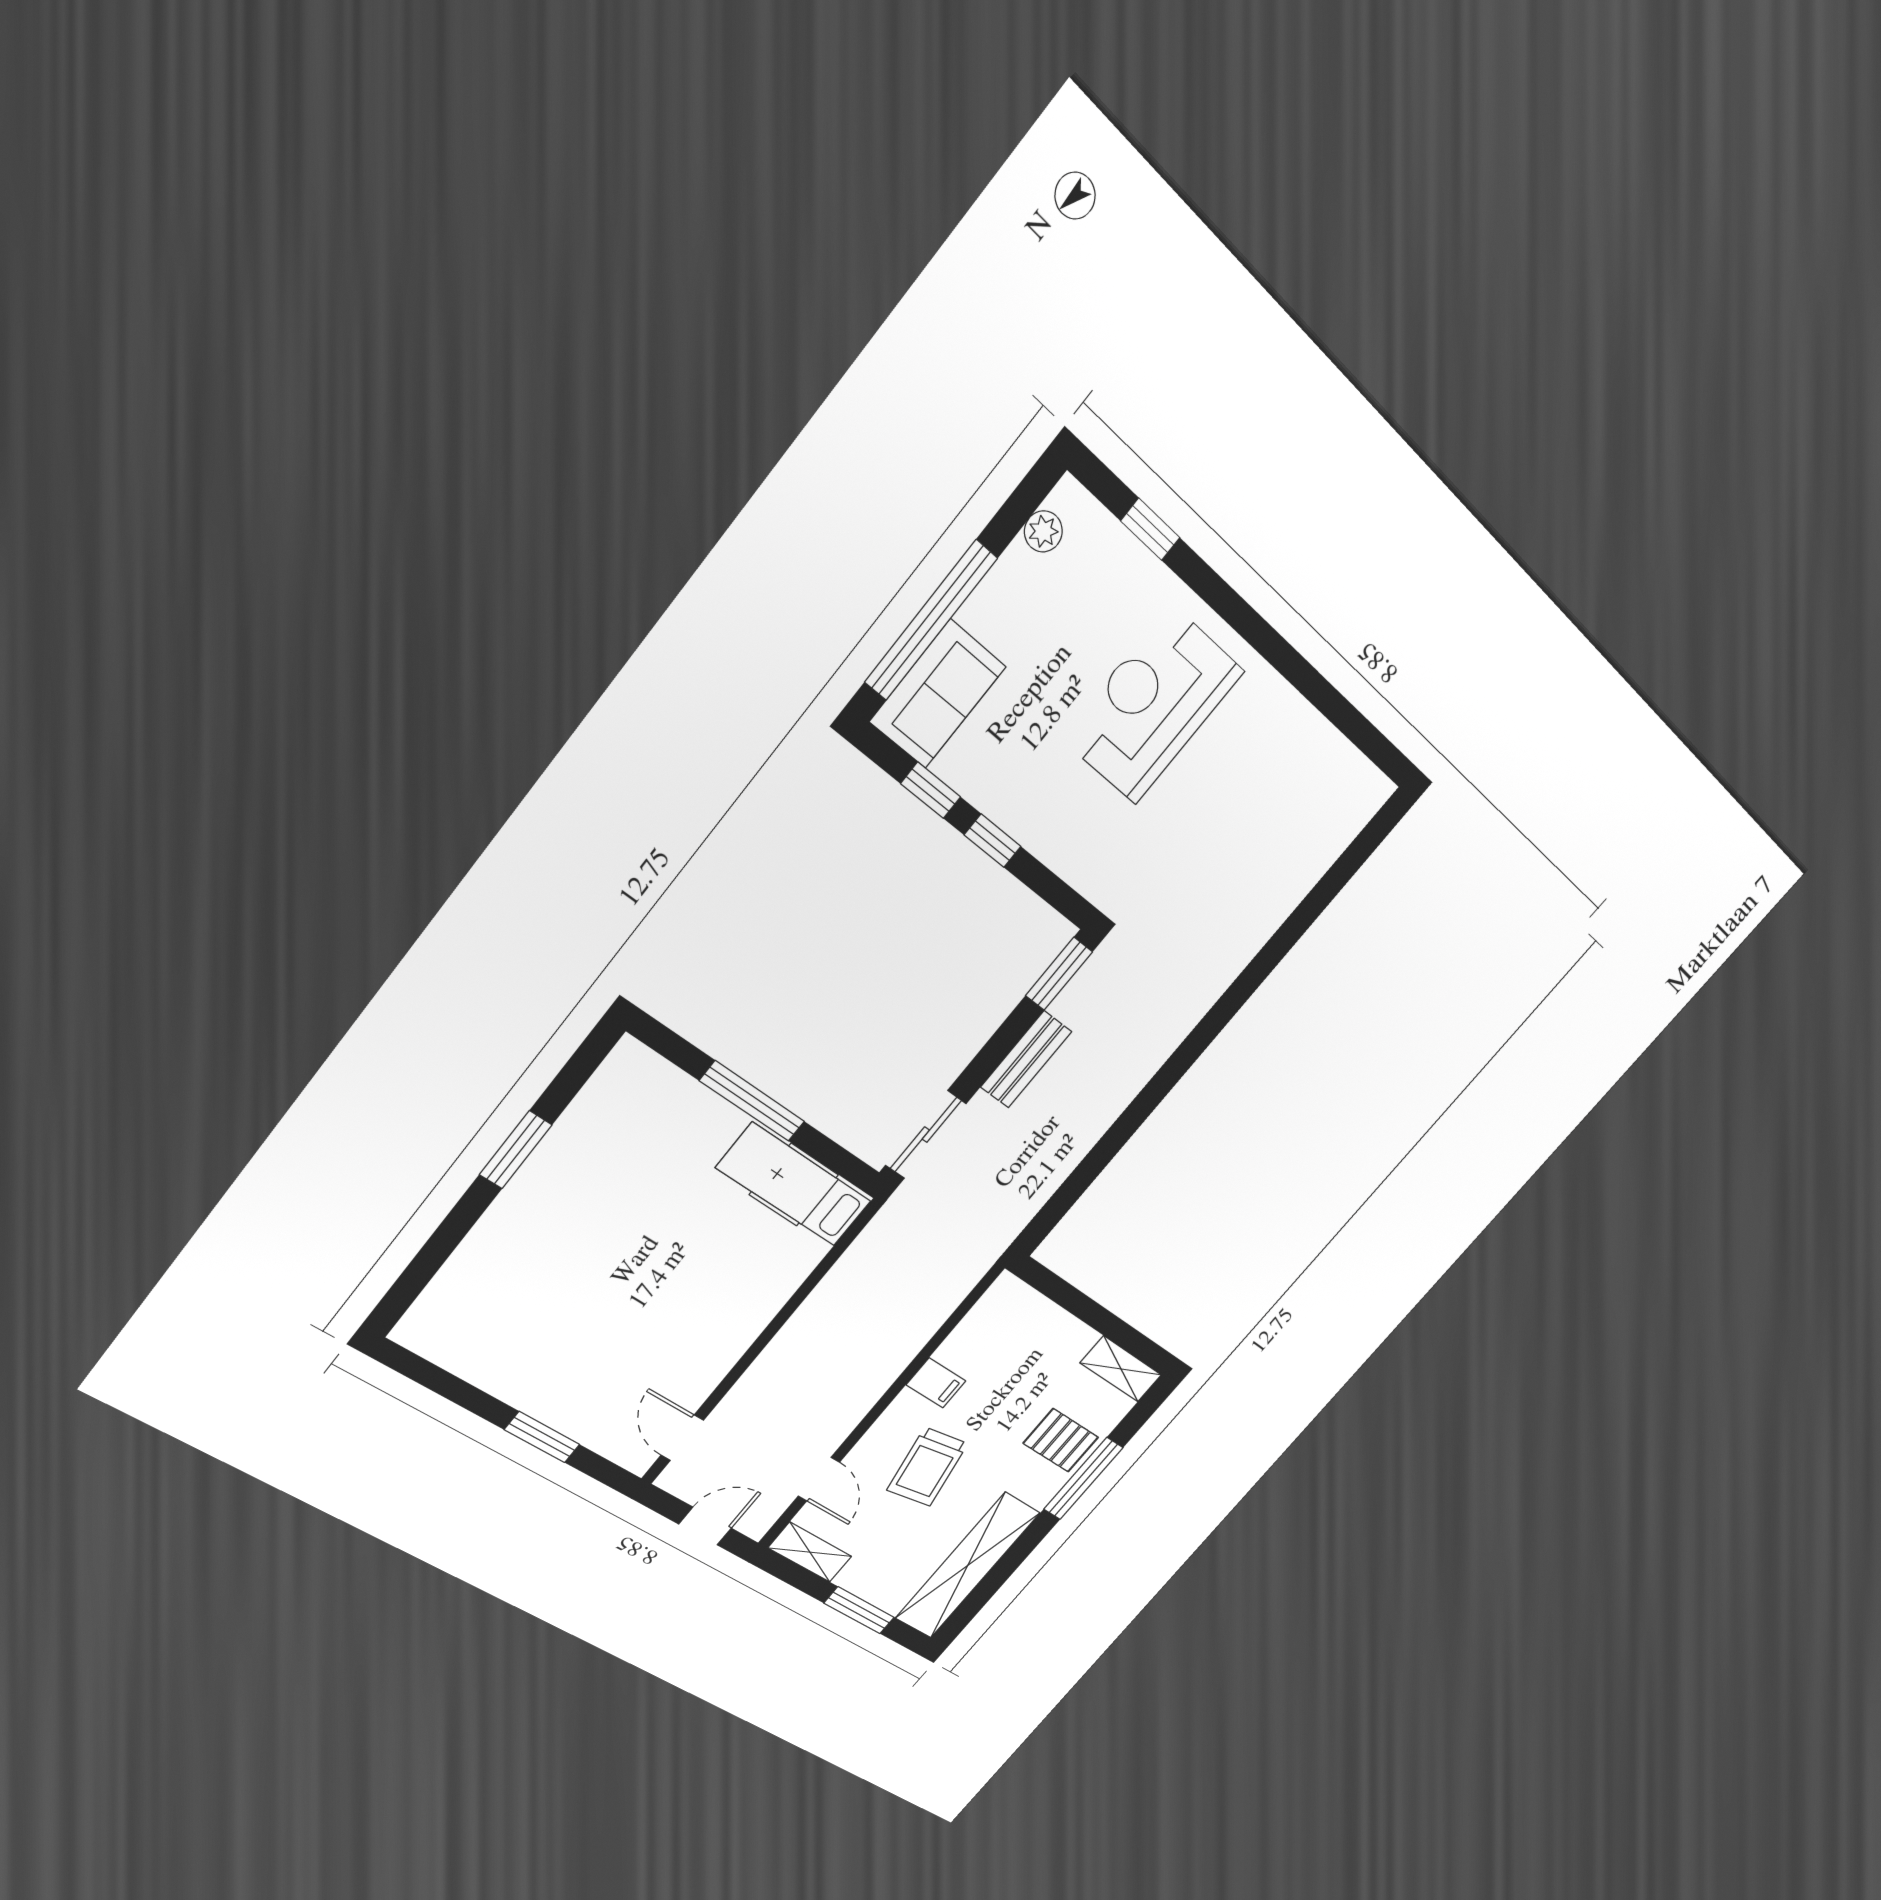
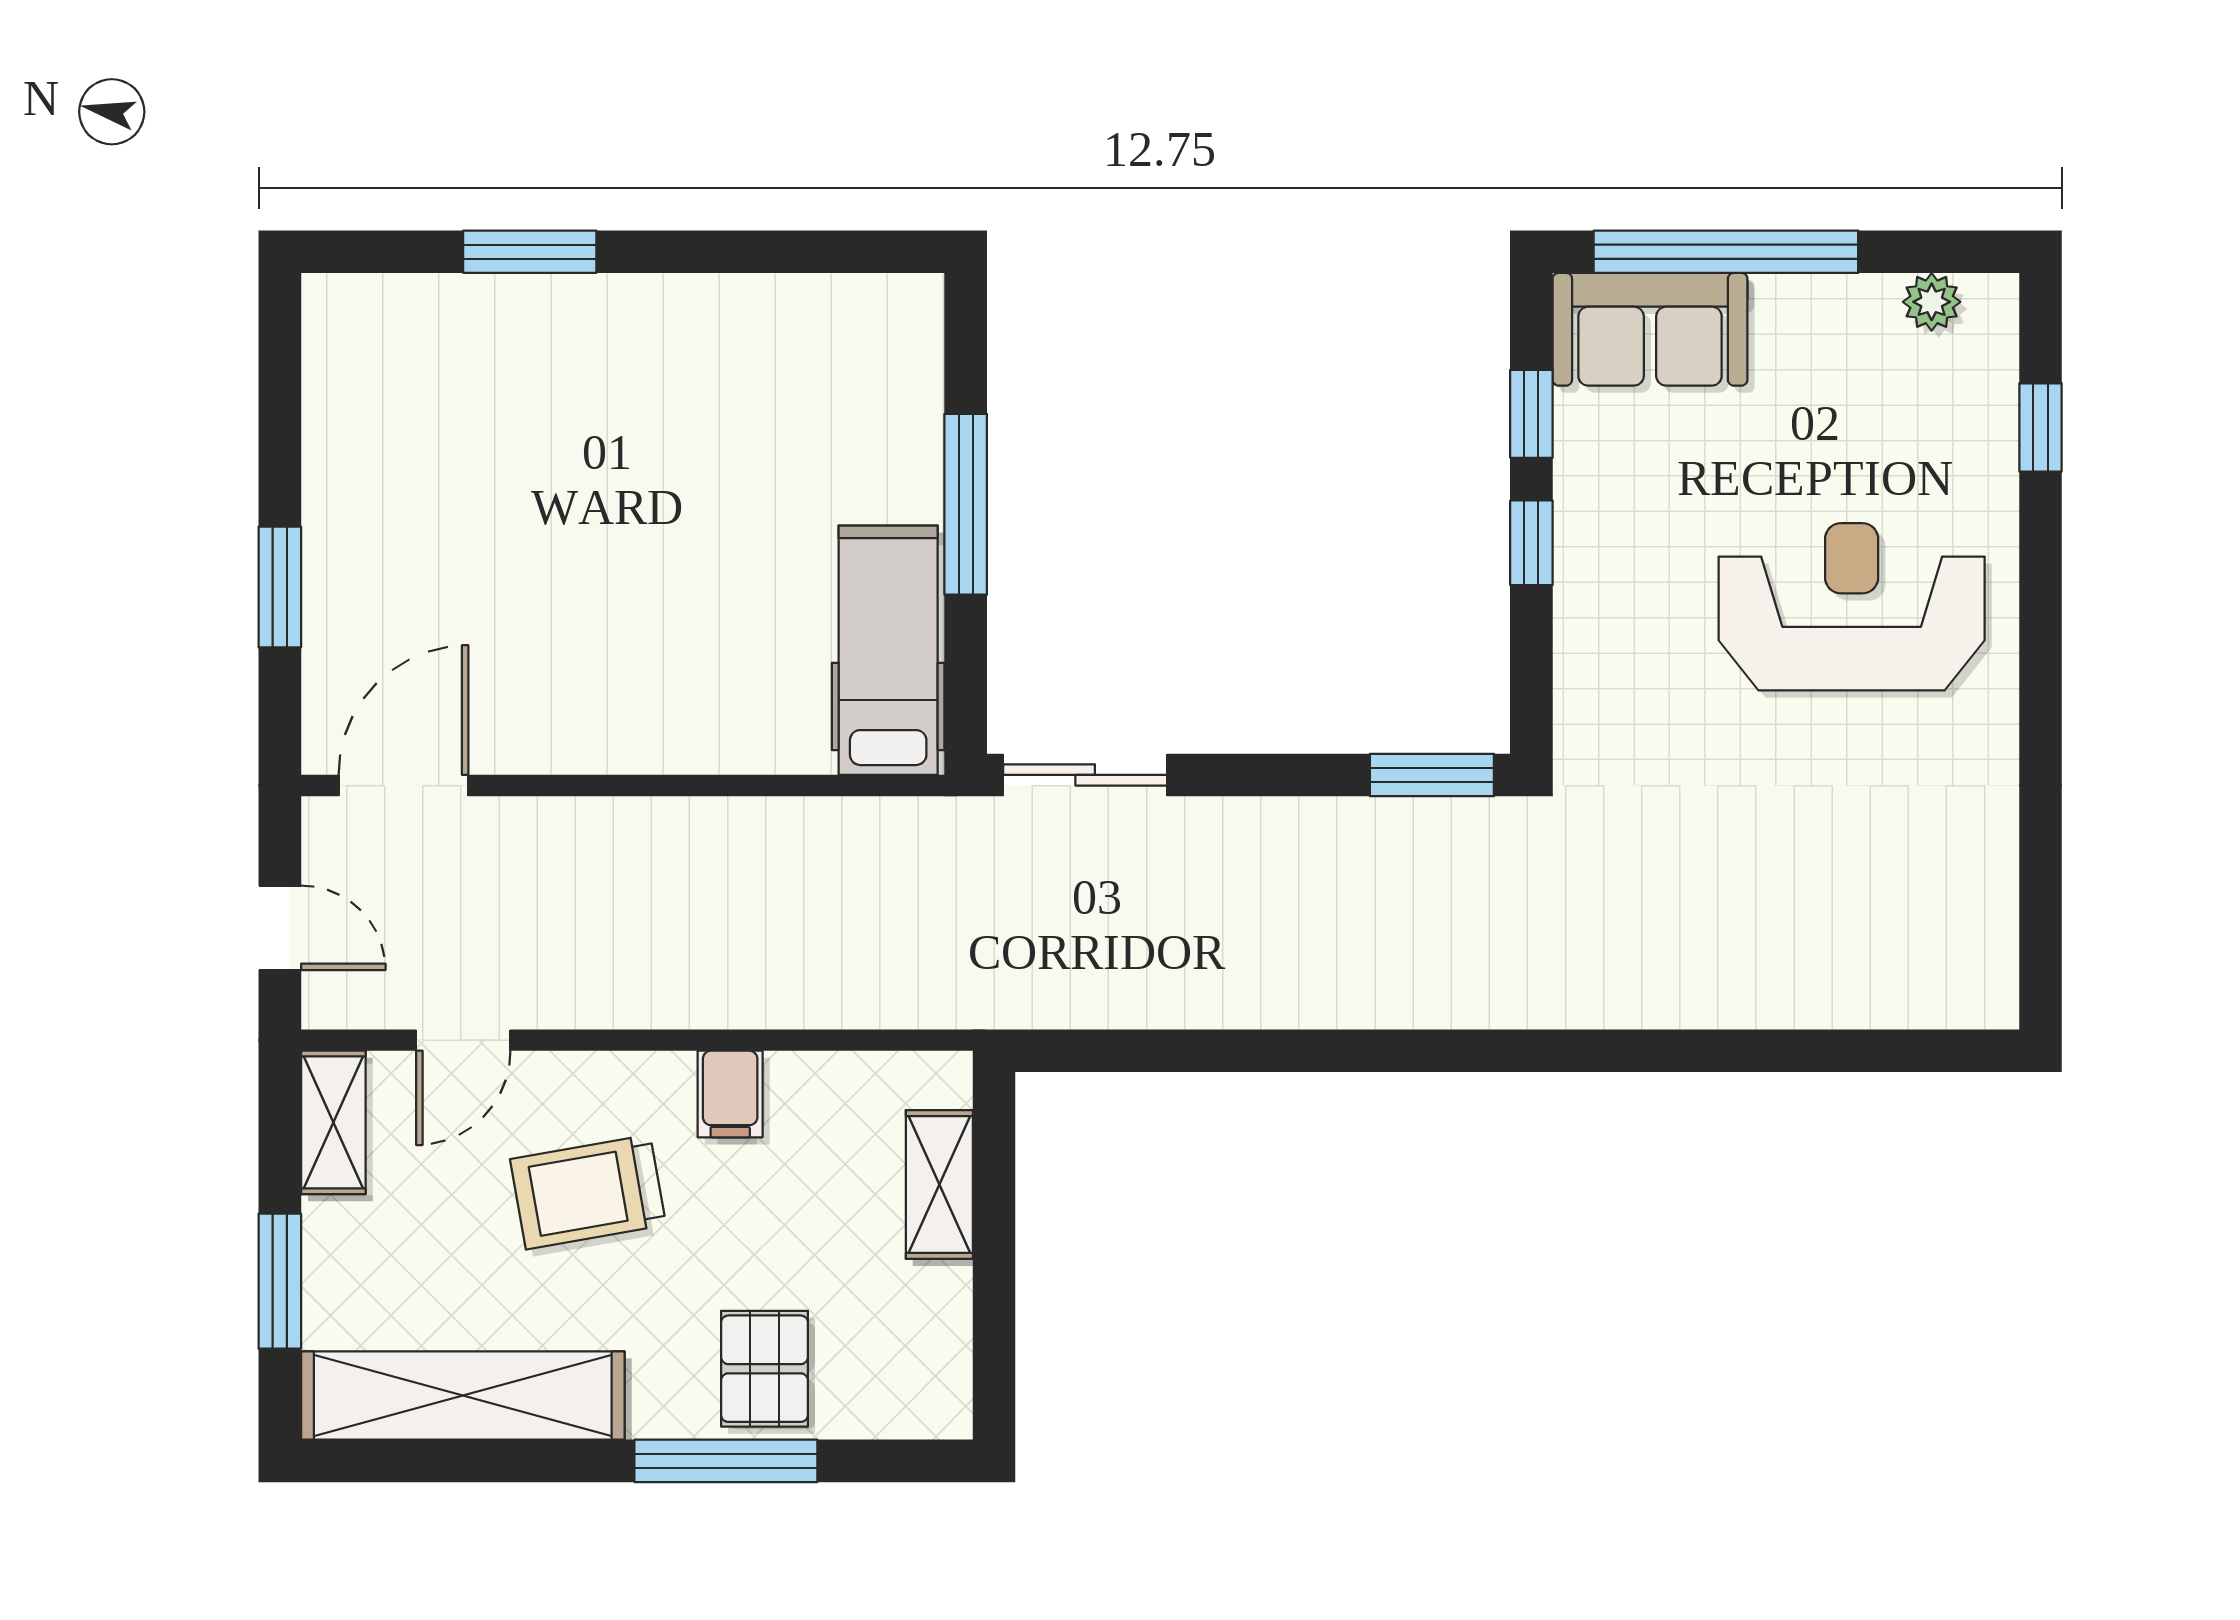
bench: (1026, 1059) -> (1287, 828), removed
window: (516, 1150) -> (530, 252), moved
shelving: (1121, 1369) -> (939, 1185), moved
door: (682, 1438) -> (403, 786), width x1.38

